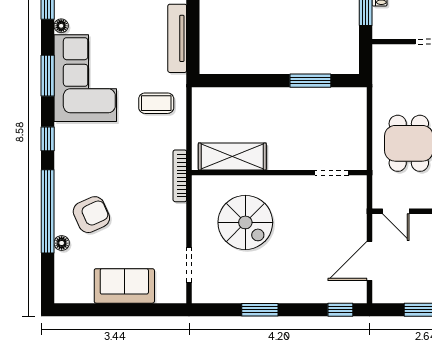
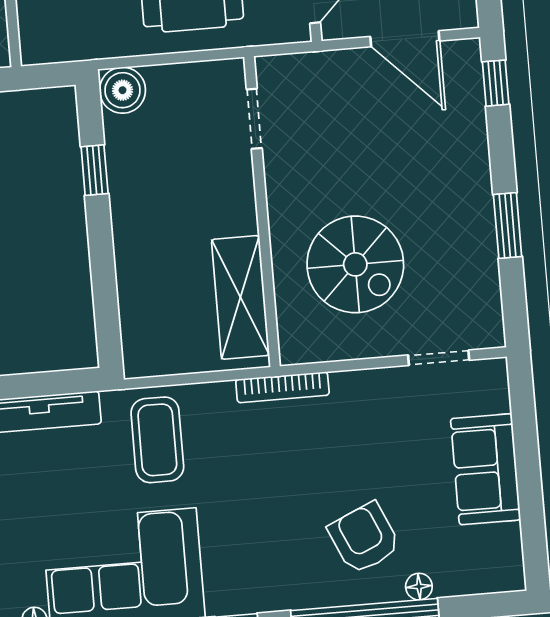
window: (310, 81) -> (95, 170), width x0.67
boiler: (354, 100) -> (123, 90), added
coffee table: (156, 103) -> (157, 440), width x1.36, depth x1.30
spiral stairs: (245, 222) -> (355, 264), turned 90

